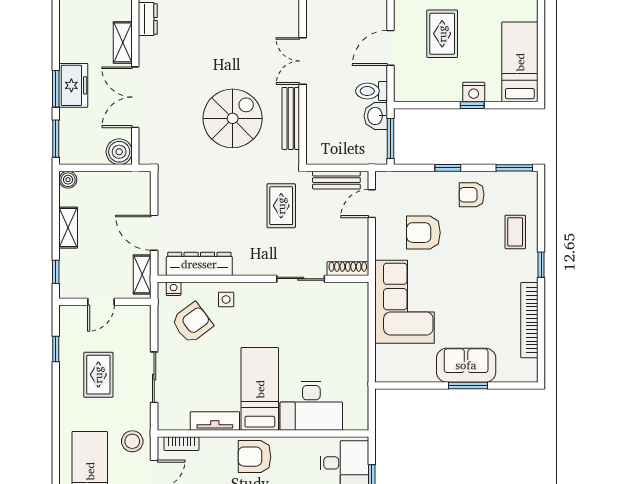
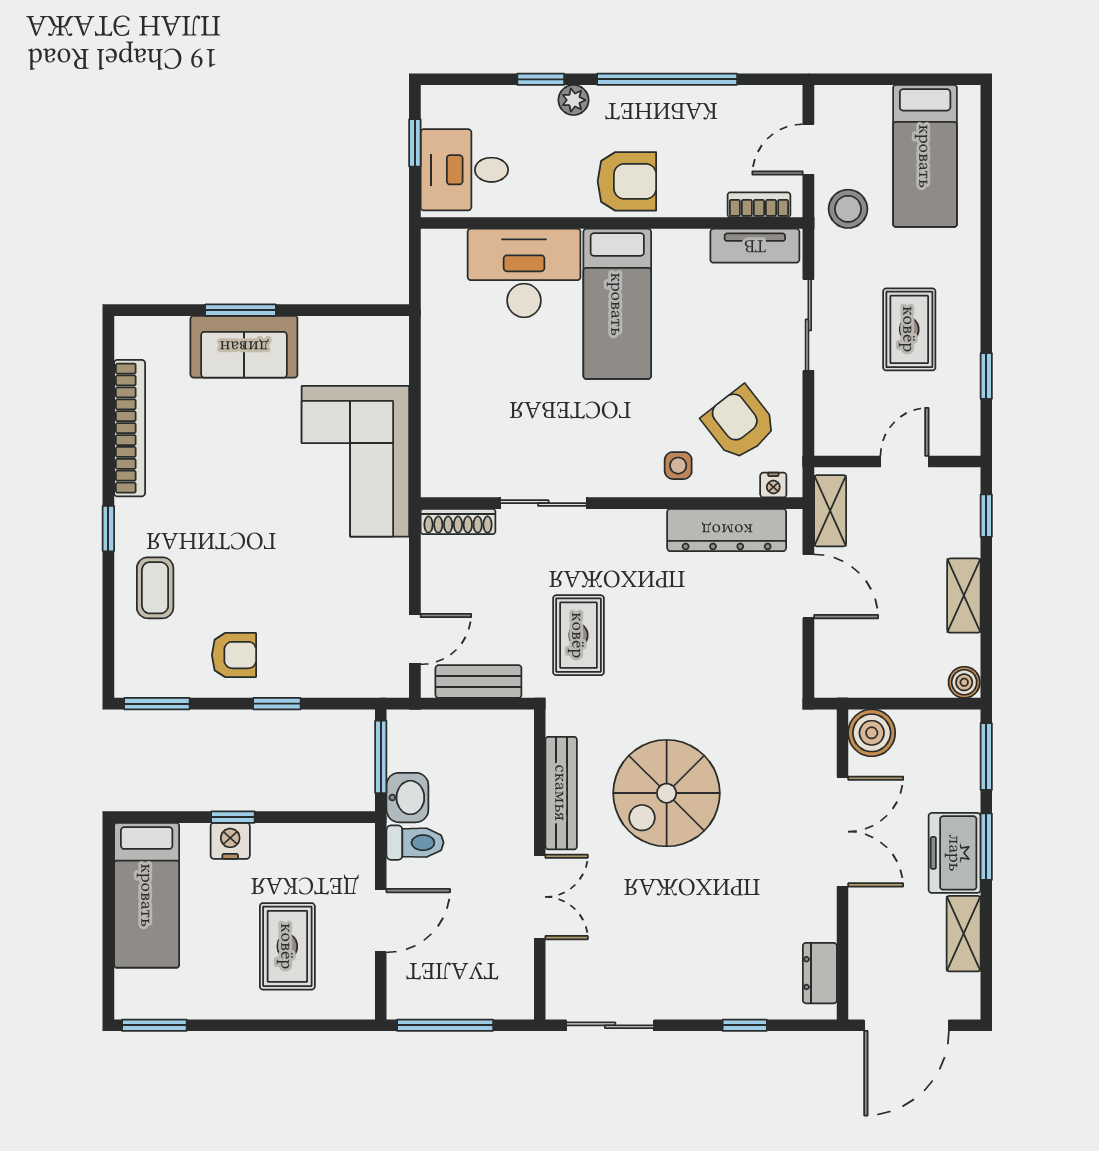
shelving: (123, 42) -> (964, 934), moved
armchair: (423, 233) -> (321, 587), removed
armchair: (192, 323) -> (740, 423), turned 89
tv unit: (215, 421) -> (755, 246), moved

